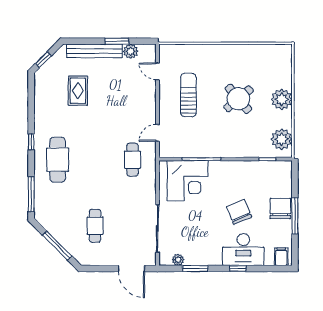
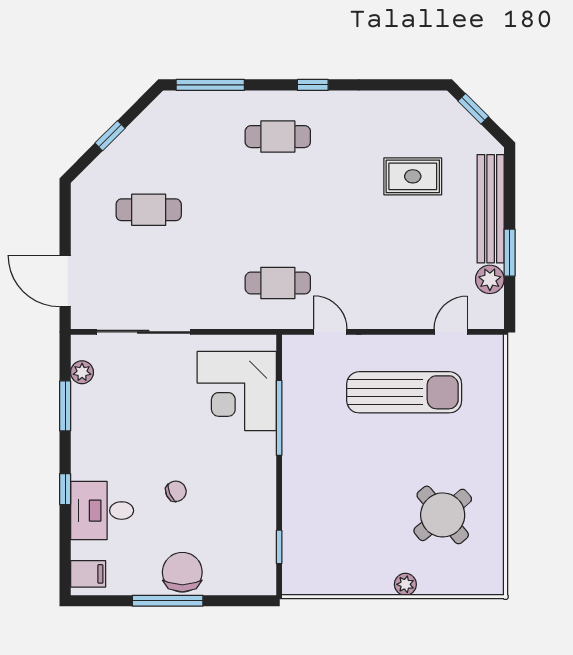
sun lounger: (188, 95) -> (404, 392), width x1.36, depth x1.34
round table: (238, 99) -> (443, 515), moved
plant: (282, 99) -> (405, 584), width x0.53, depth x0.53
plant: (282, 139) -> (318, 575), removed
cafe table: (58, 160) -> (278, 137), width x0.73, depth x0.74
chair: (280, 209) -> (182, 572), turned -90
chair: (239, 212) -> (176, 491), width x0.54, depth x0.54
window: (57, 245) -> (110, 136), width x0.46
desk: (243, 250) -> (102, 511), width x0.73
door: (131, 268) -> (65, 281), hinge flipped

